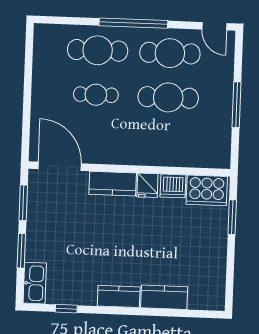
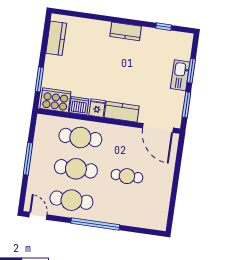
cafe table: (98, 50) -> (80, 137), moved
kitchen sink: (35, 283) -> (180, 75), moved
kitchen counter: (164, 297) -> (56, 38), moved, turned -90

